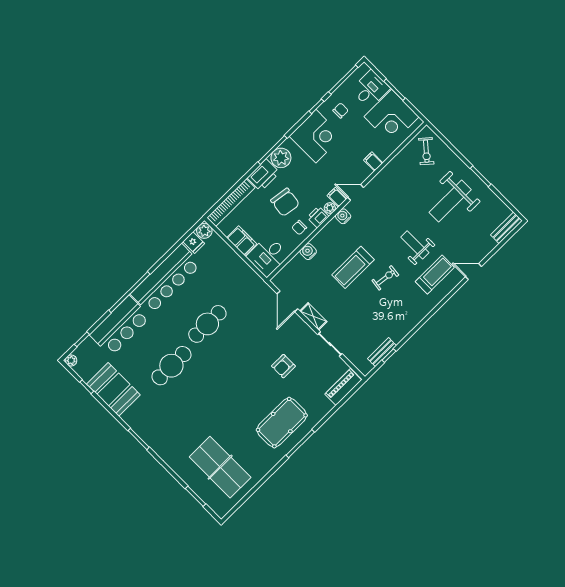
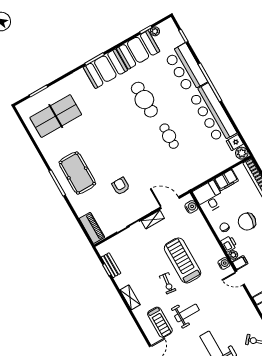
door: (356, 192) -> (240, 278), swing flipped
water cooler: (308, 252) -> (191, 207), moved
treadmill: (353, 267) -> (183, 260), width x1.37, depth x1.38
shelving: (415, 319) -> (130, 297), added
cafe table: (207, 324) -> (169, 136), width x0.73, depth x0.74
plant: (71, 360) -> (155, 31), moved
booth: (147, 423) -> (105, 69), added

